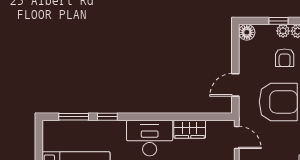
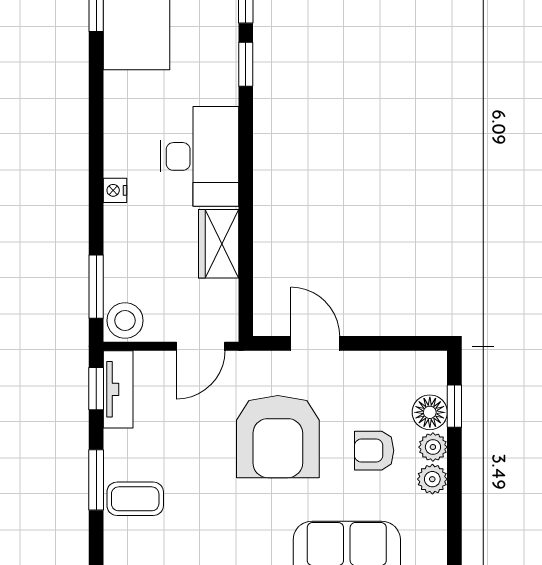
window: (279, 21) -> (454, 406), moved
floor lamp: (247, 32) -> (430, 412), moved

